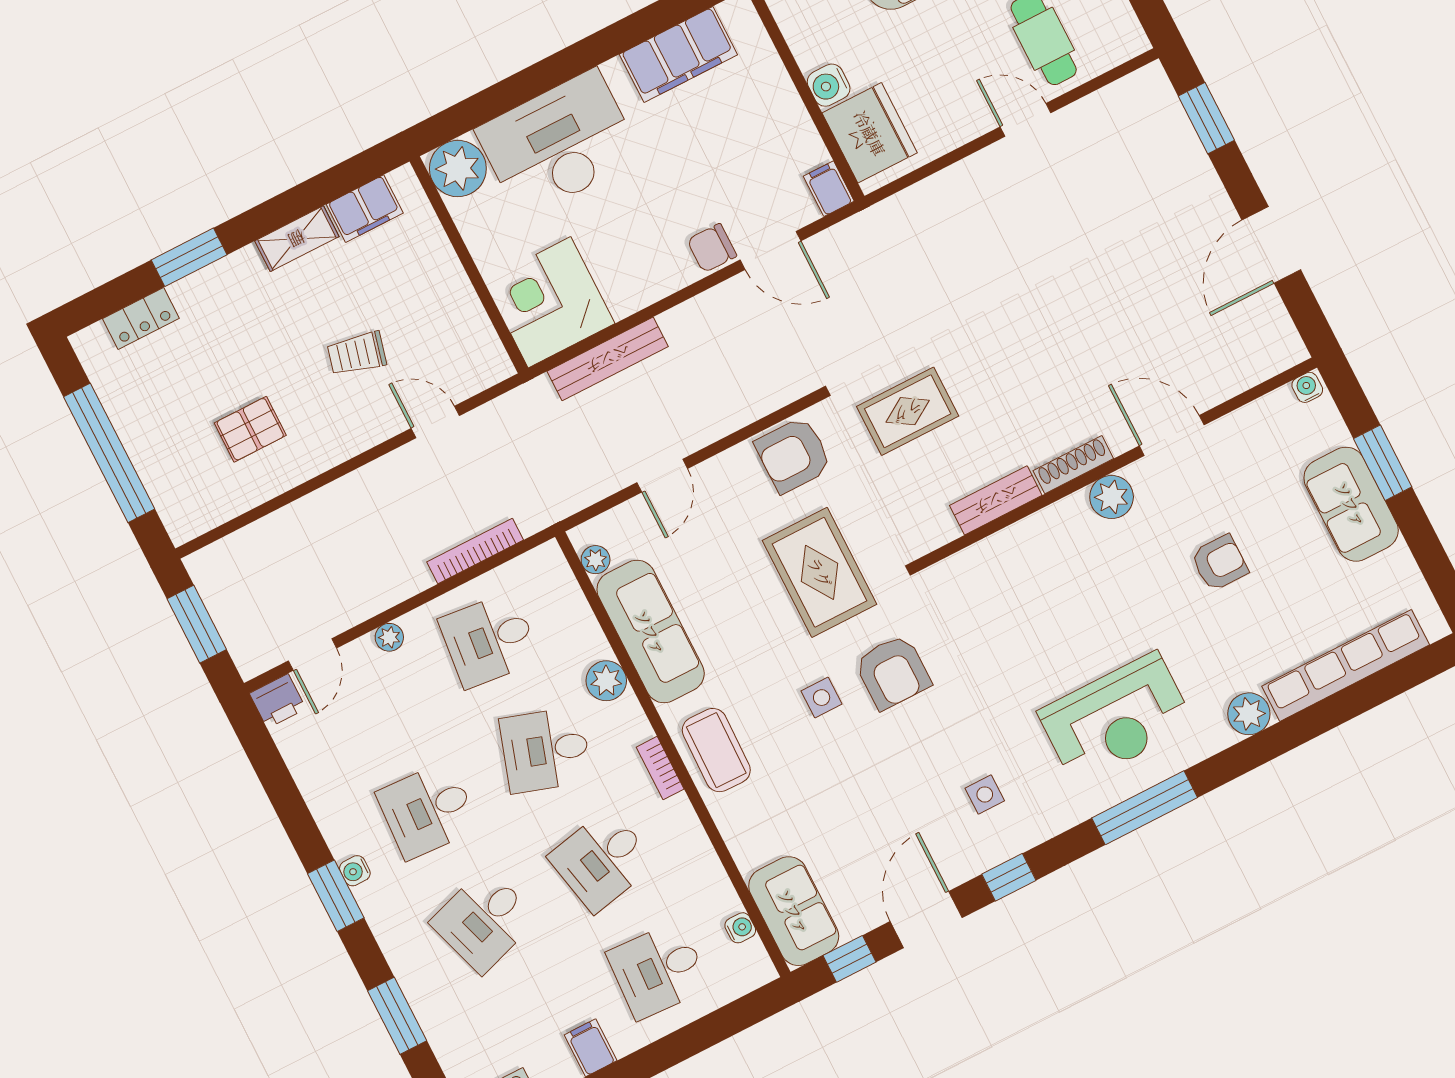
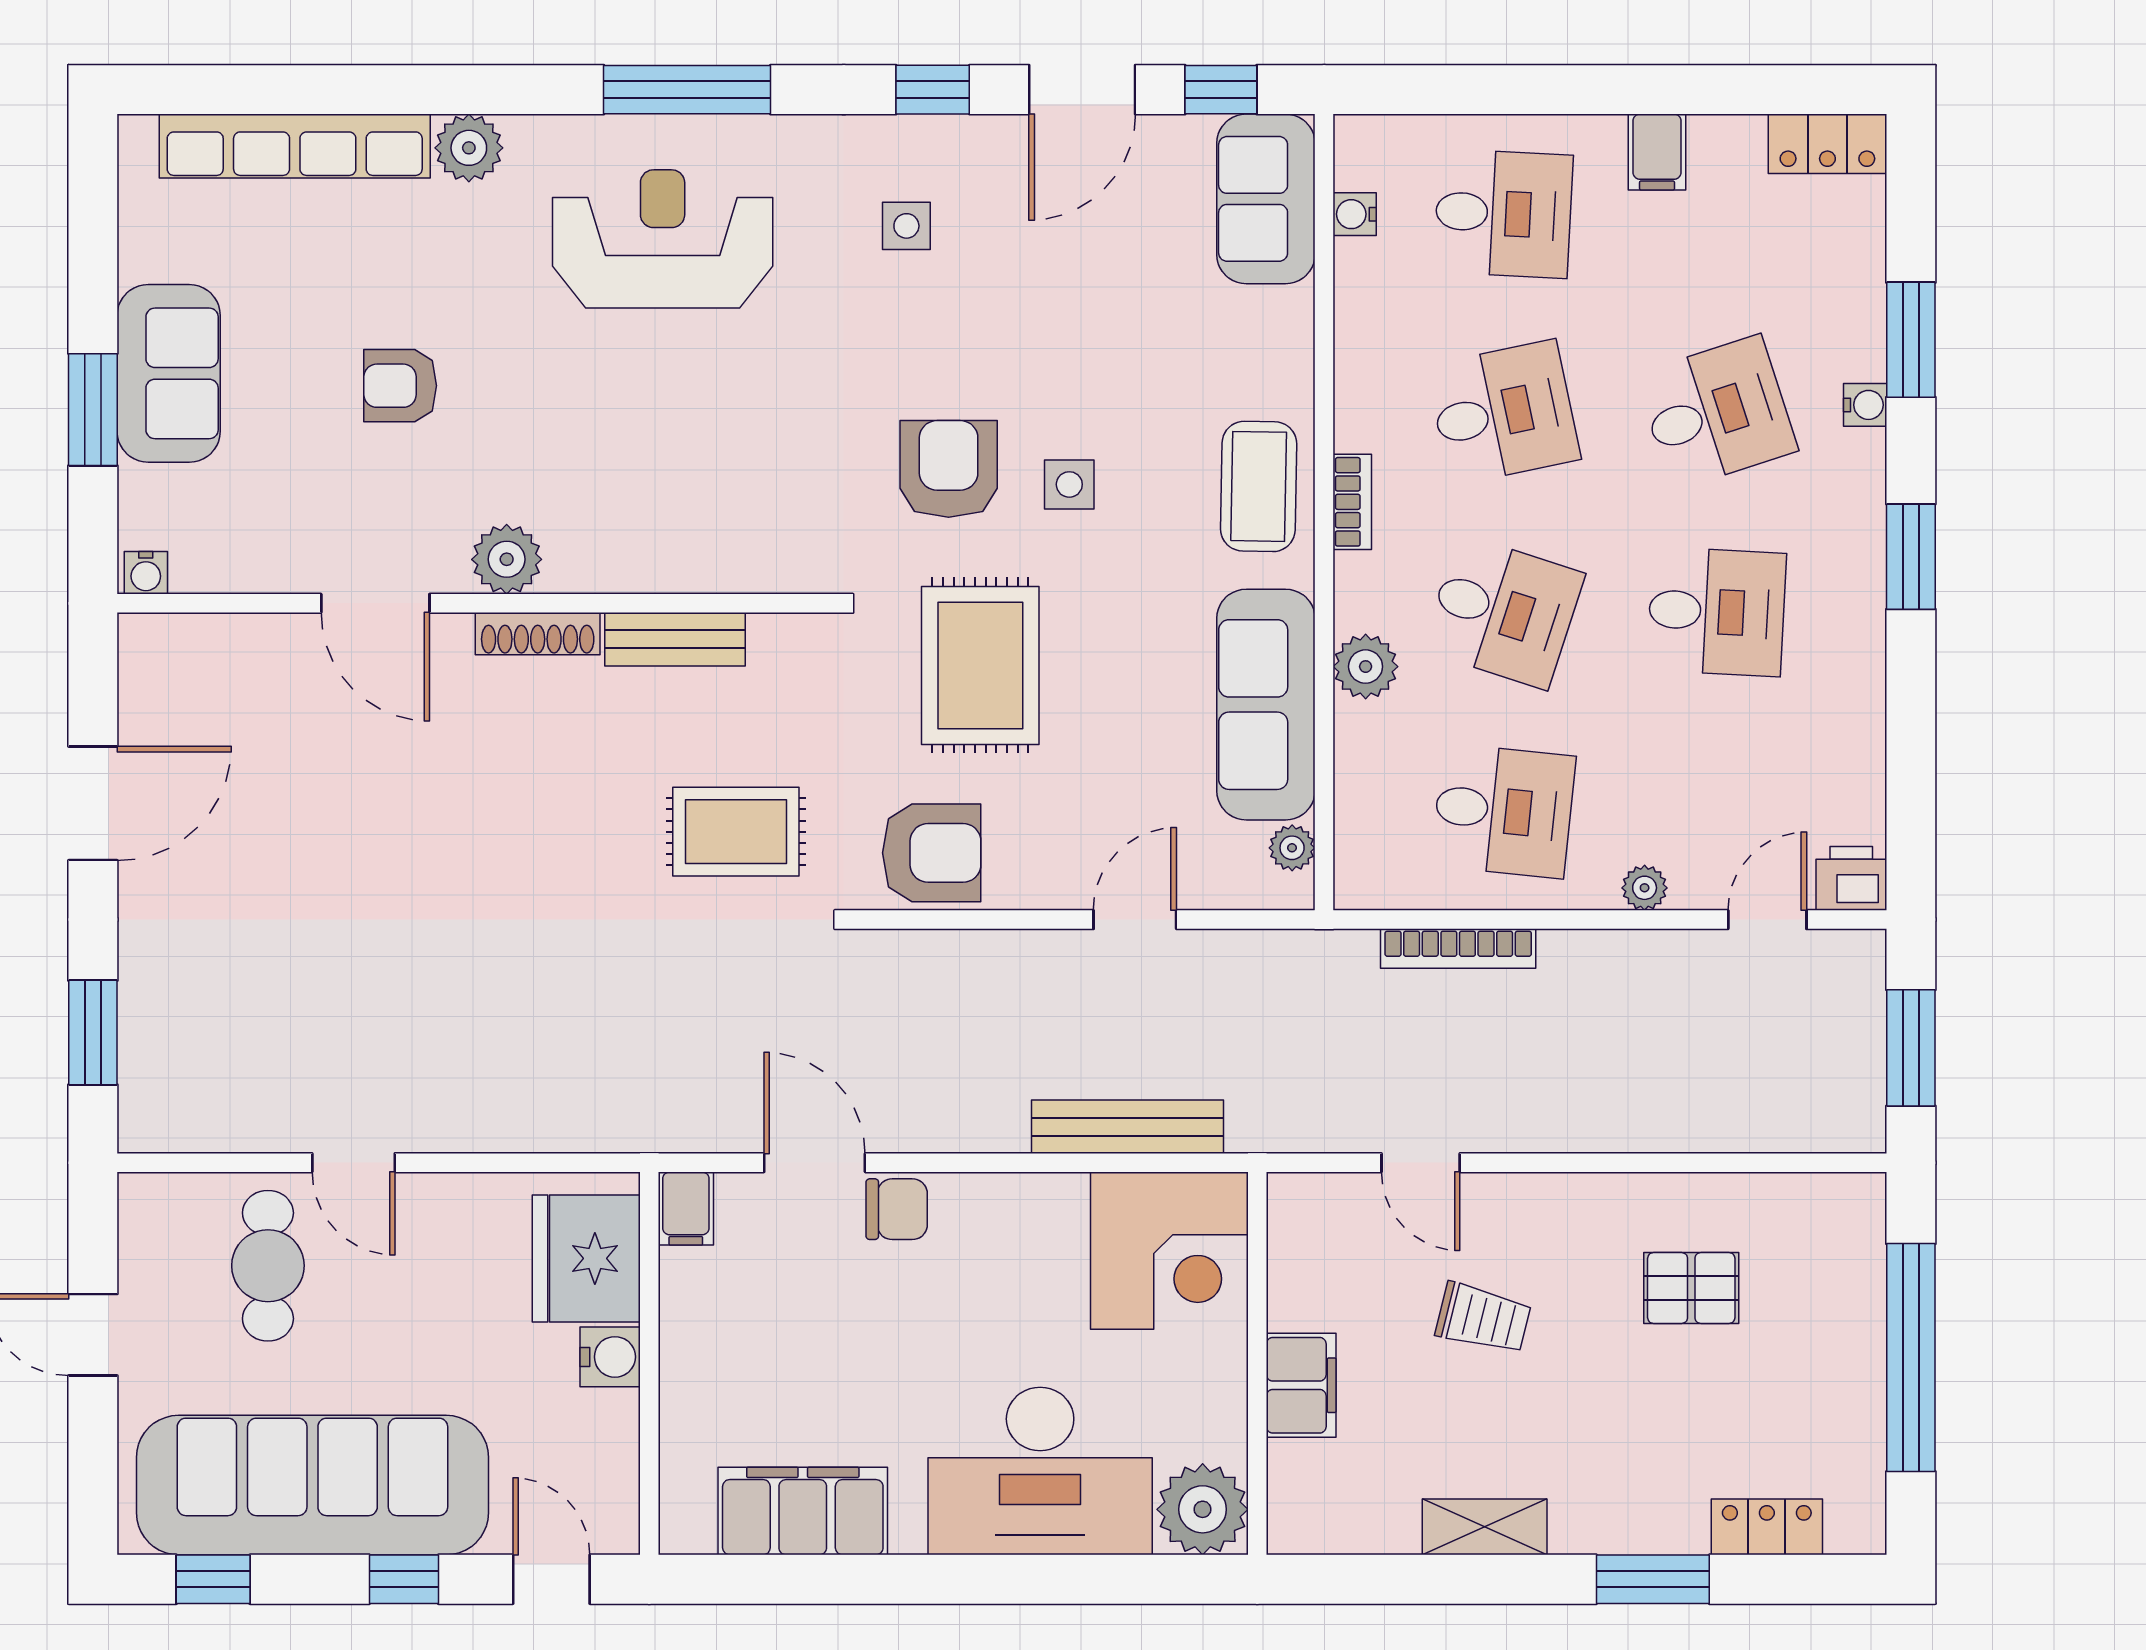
filing cabinet: (365, 209) -> (1301, 1385), moved, turned 90
water cooler: (355, 871) -> (1865, 405), moved

